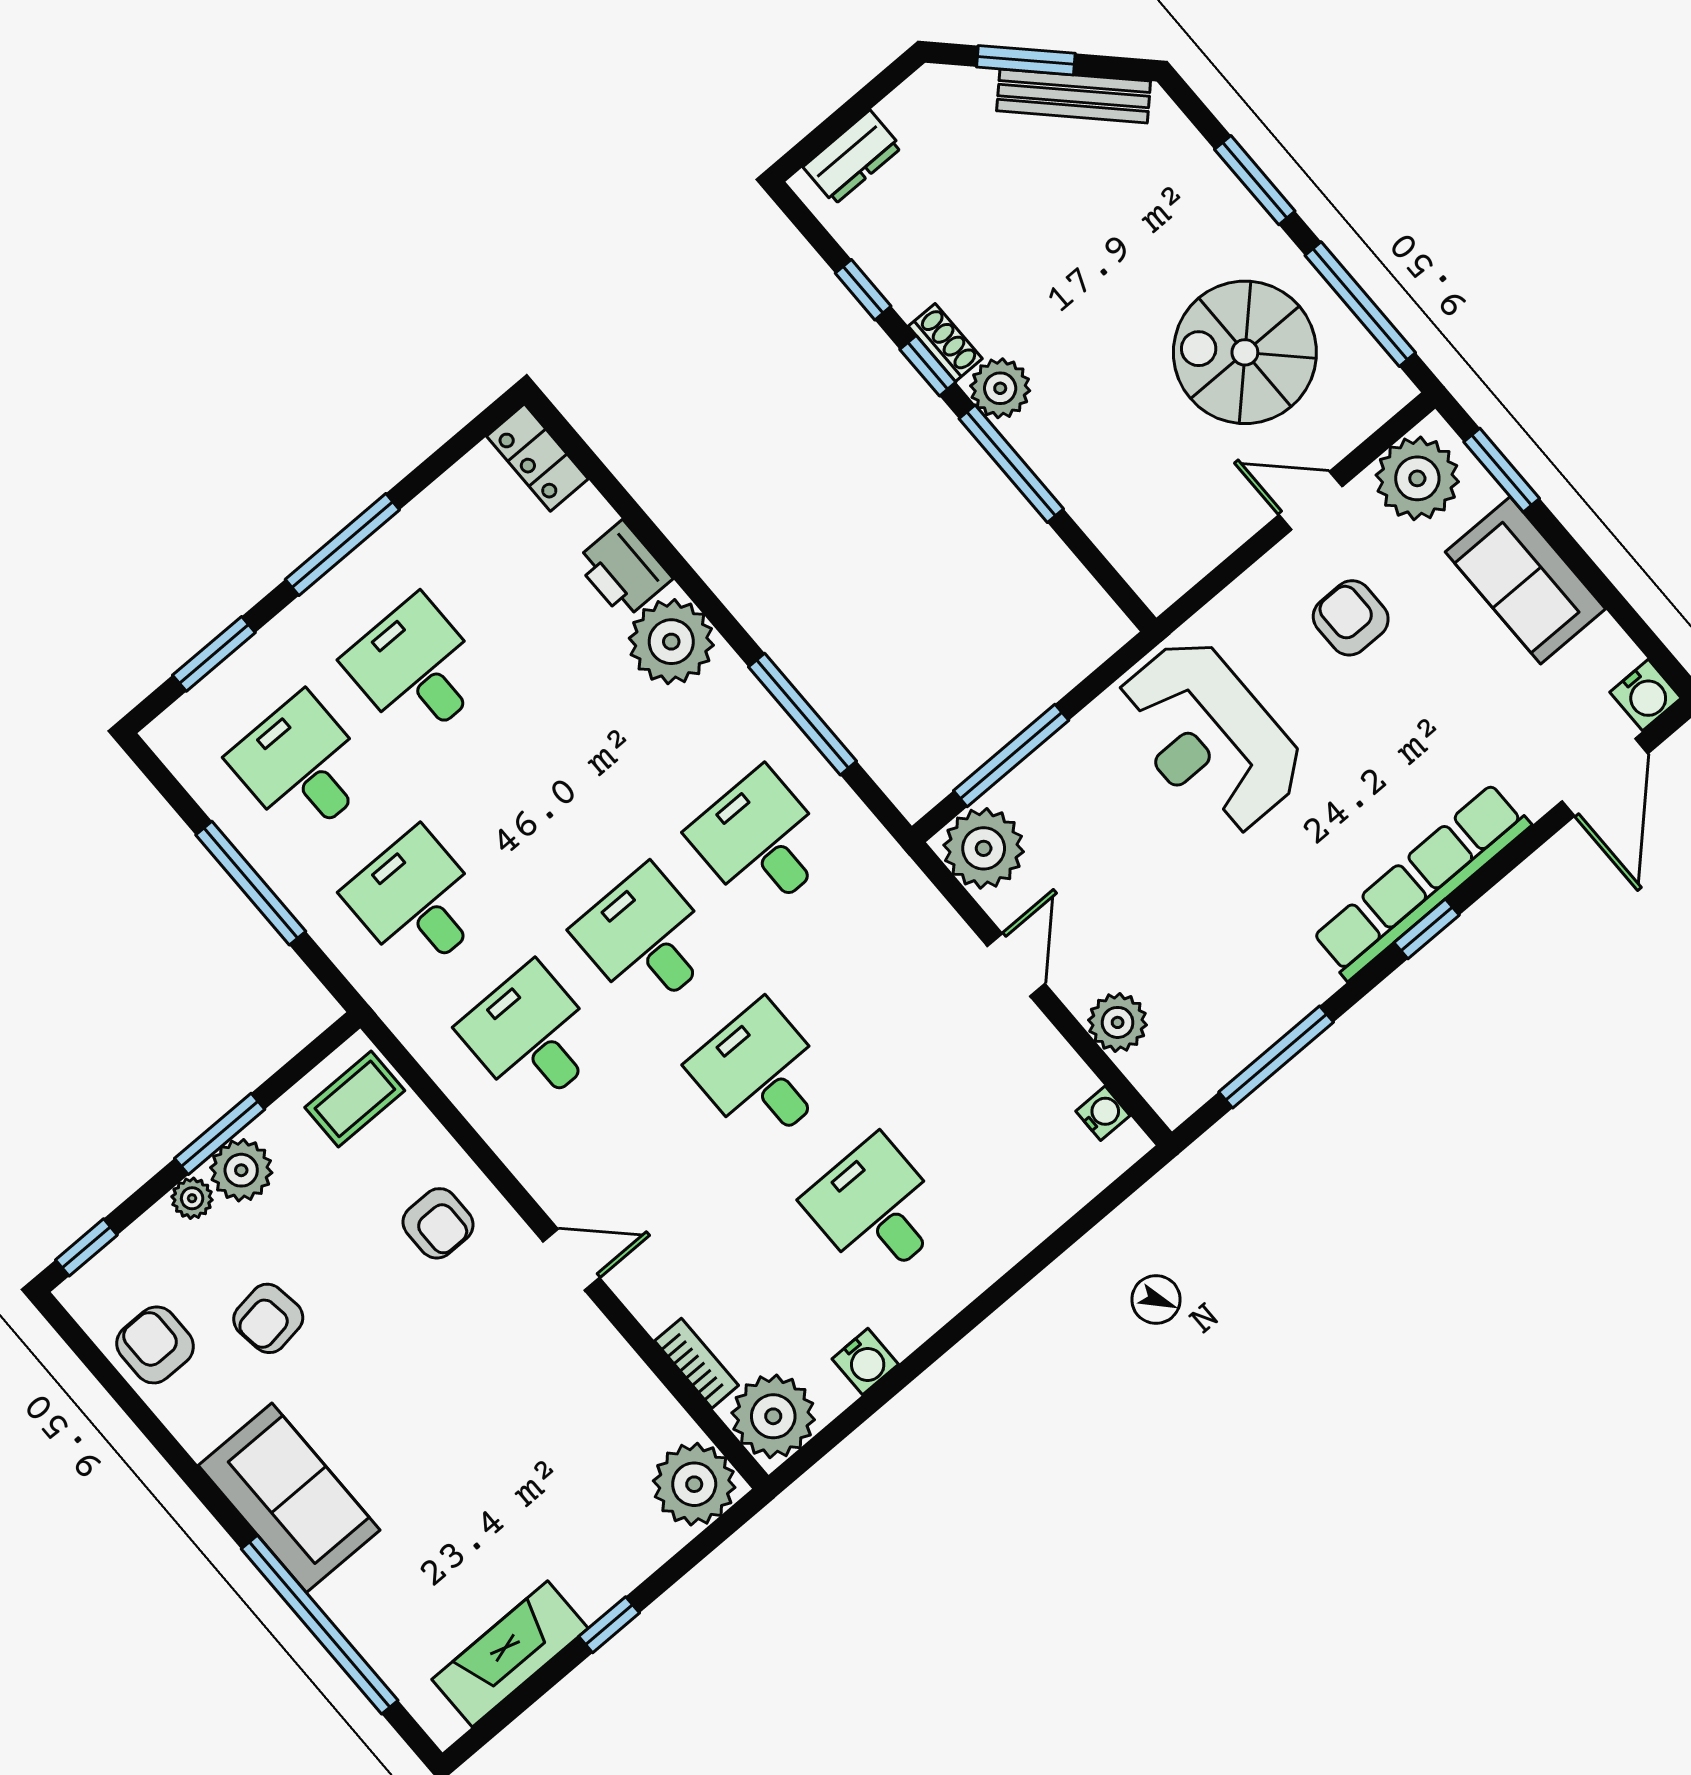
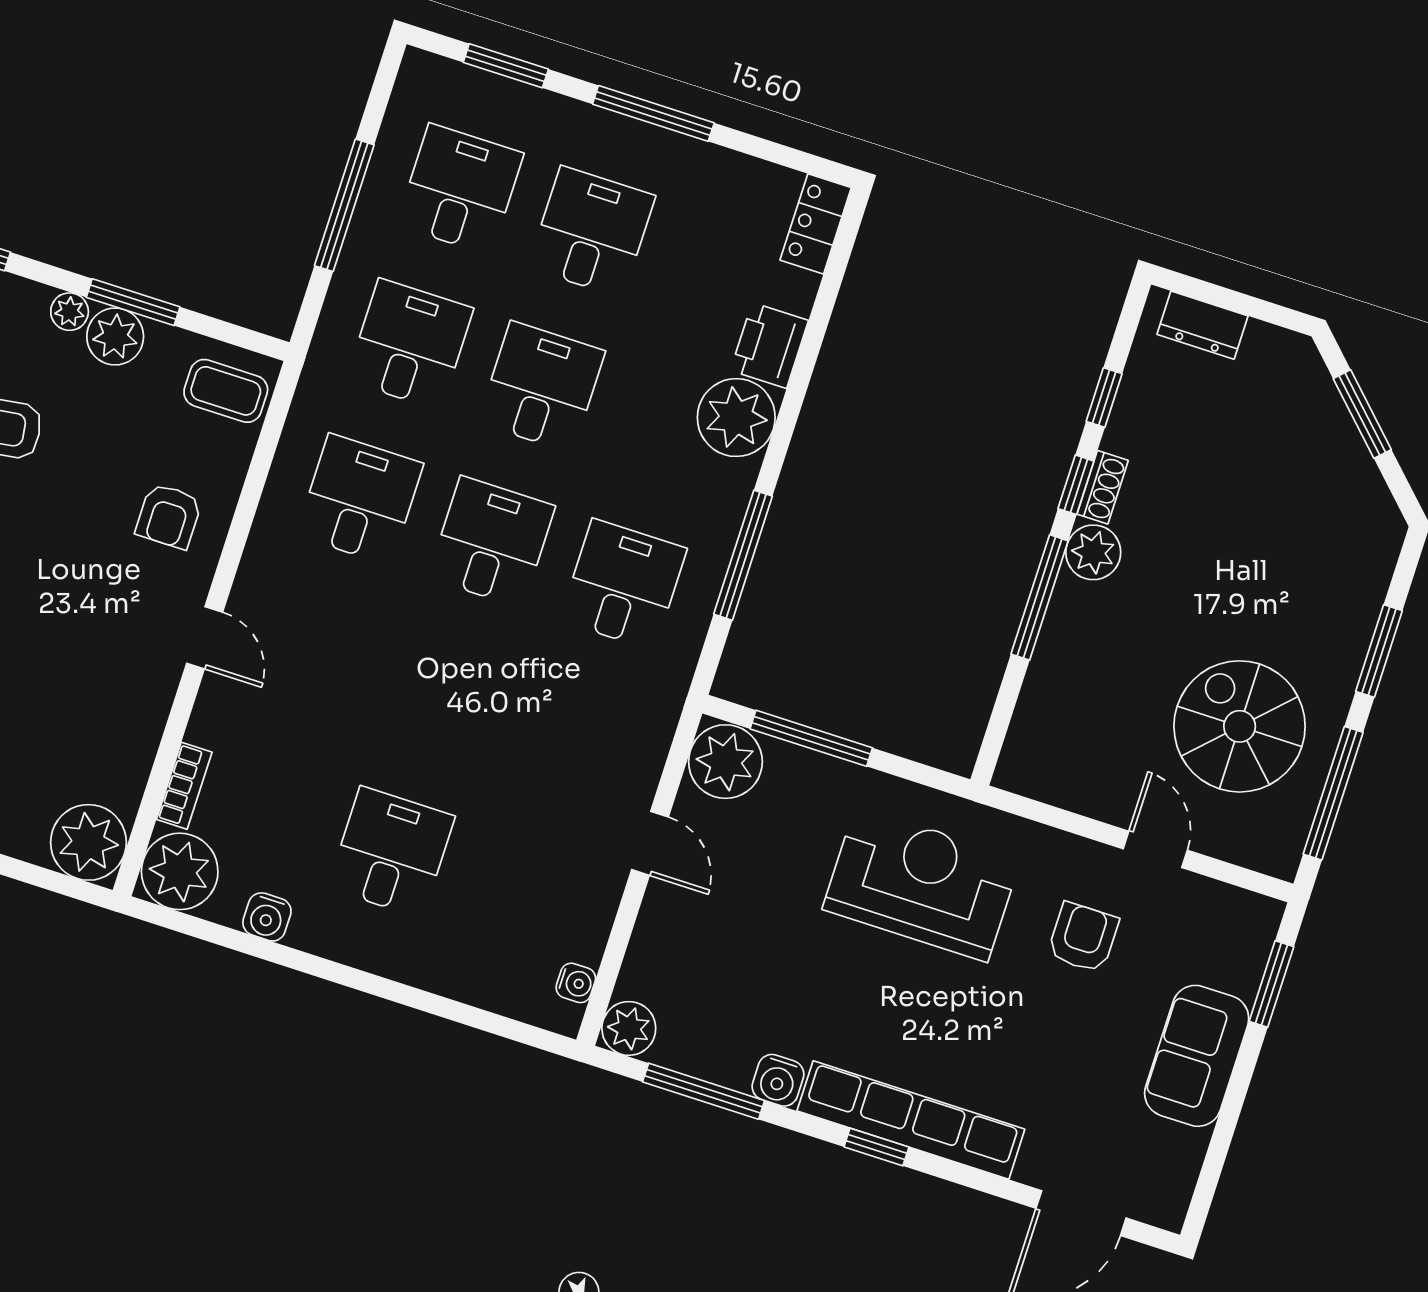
bench: (1074, 96) -> (1357, 469), removed
plant: (1417, 478) -> (1224, 922), removed
water cooler: (1646, 695) -> (778, 1080), moved
reception desk: (1209, 737) -> (922, 884), turned 90
door: (1016, 965) -> (650, 843), hinge flipped
plant: (1118, 1022) -> (629, 1028), moved
desk: (761, 1074) -> (542, 387), moved

